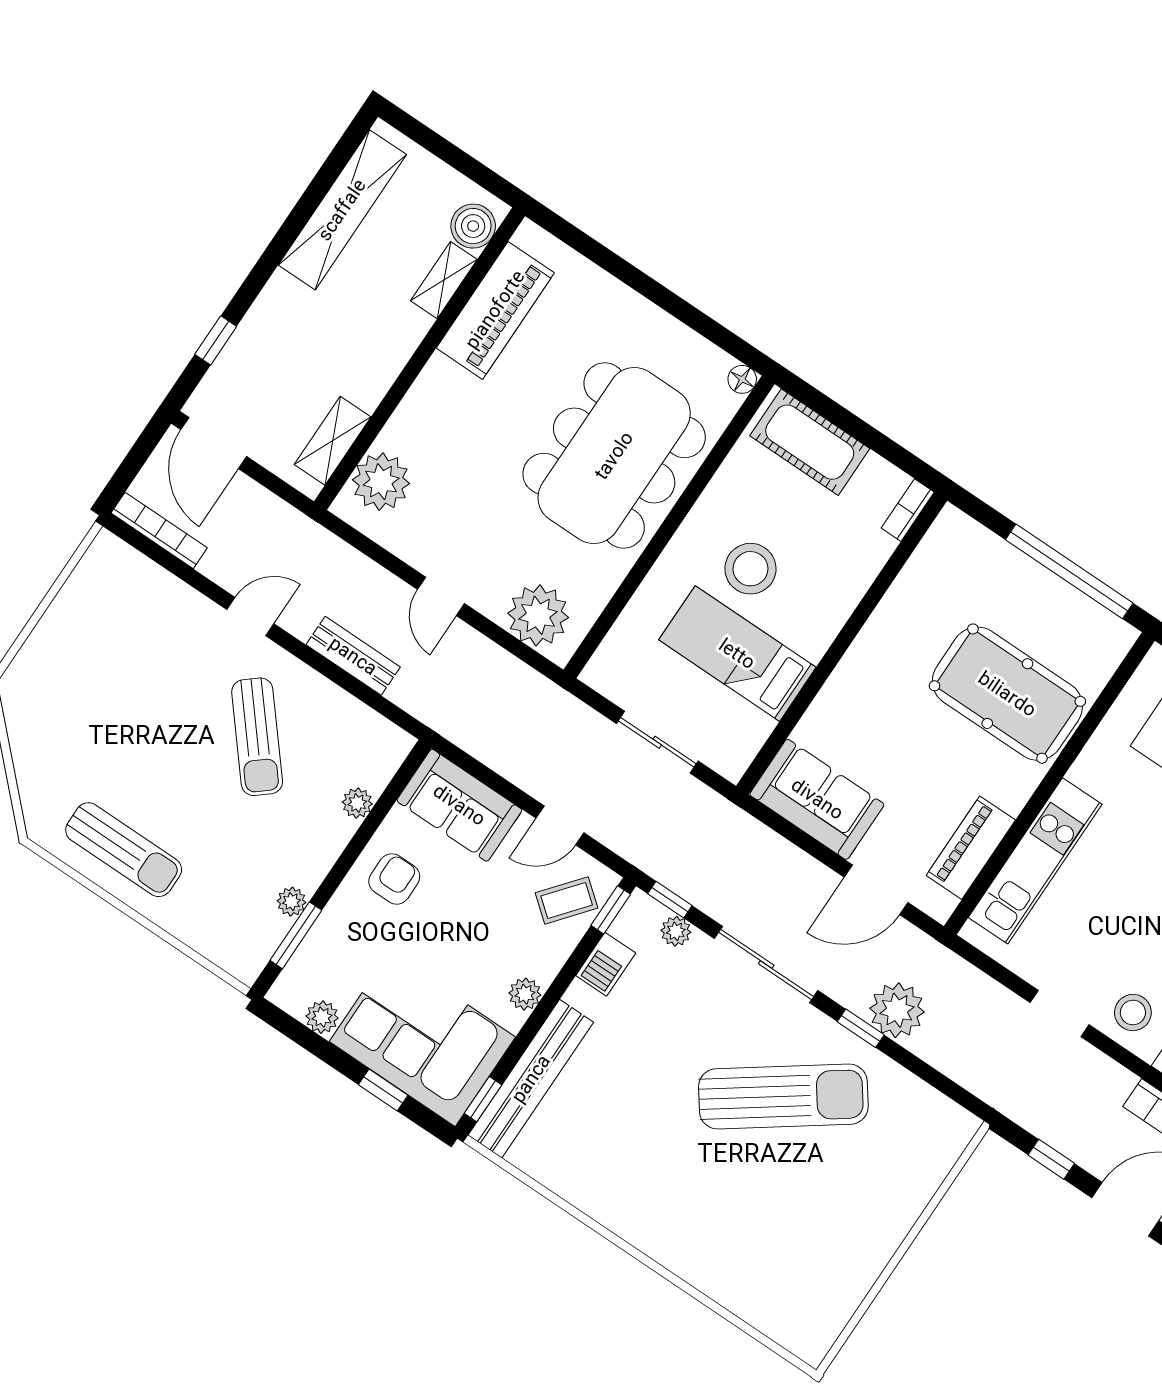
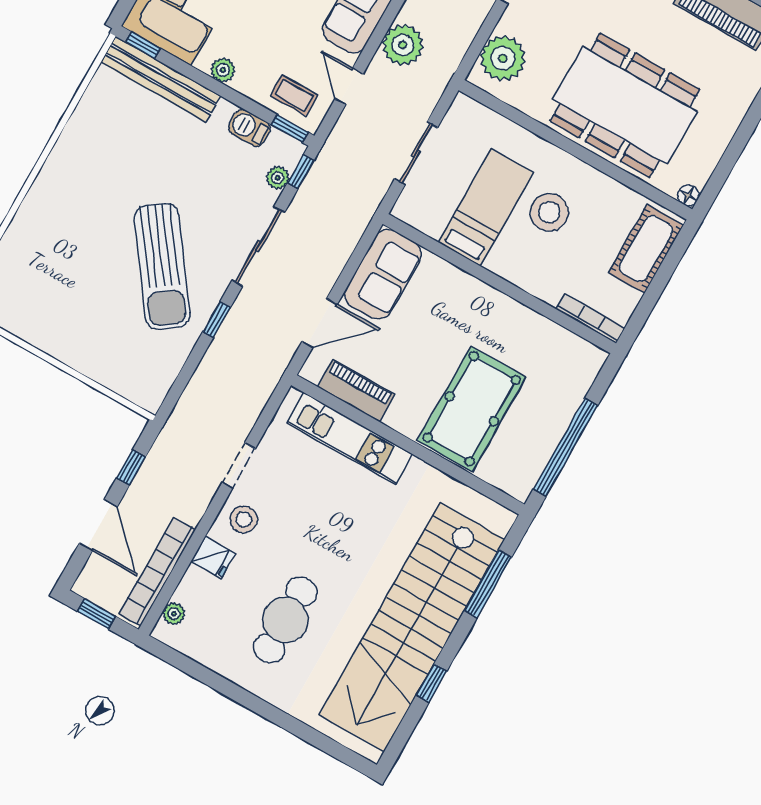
bookcase: (908, 510) -> (591, 319), width x1.56
door: (876, 890) -> (320, 323), swing flipped
coffee table: (567, 900) -> (294, 95), turned -39
plant: (897, 1010) -> (403, 45), moved

